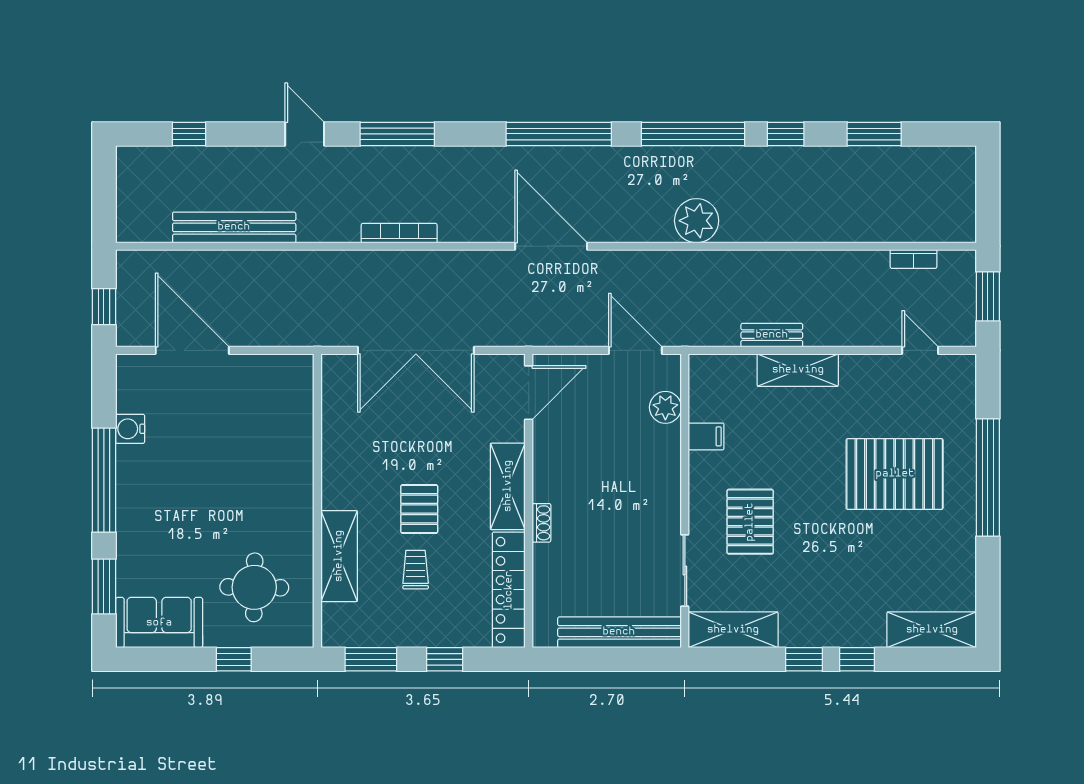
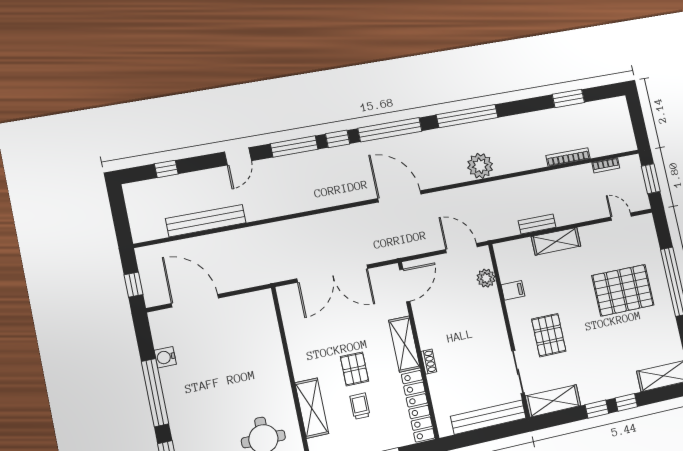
door: (305, 134) -> (238, 156), swing flipped
window: (786, 134) -> (338, 139), moved
bookcase: (399, 233) -> (568, 157), moved

